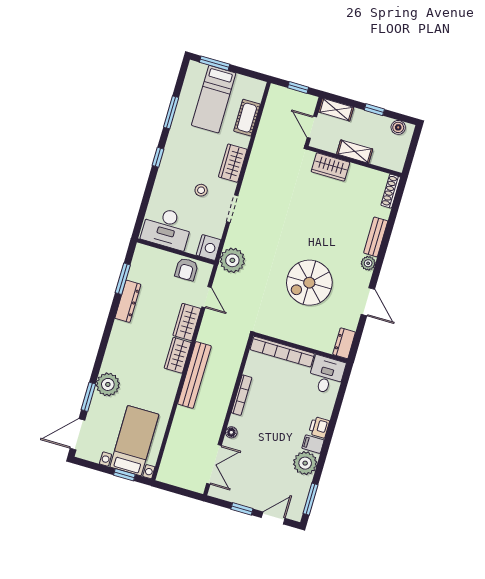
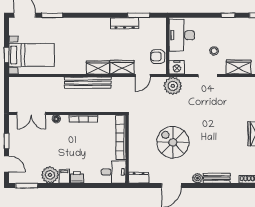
plant: (108, 384) -> (64, 26), removed

